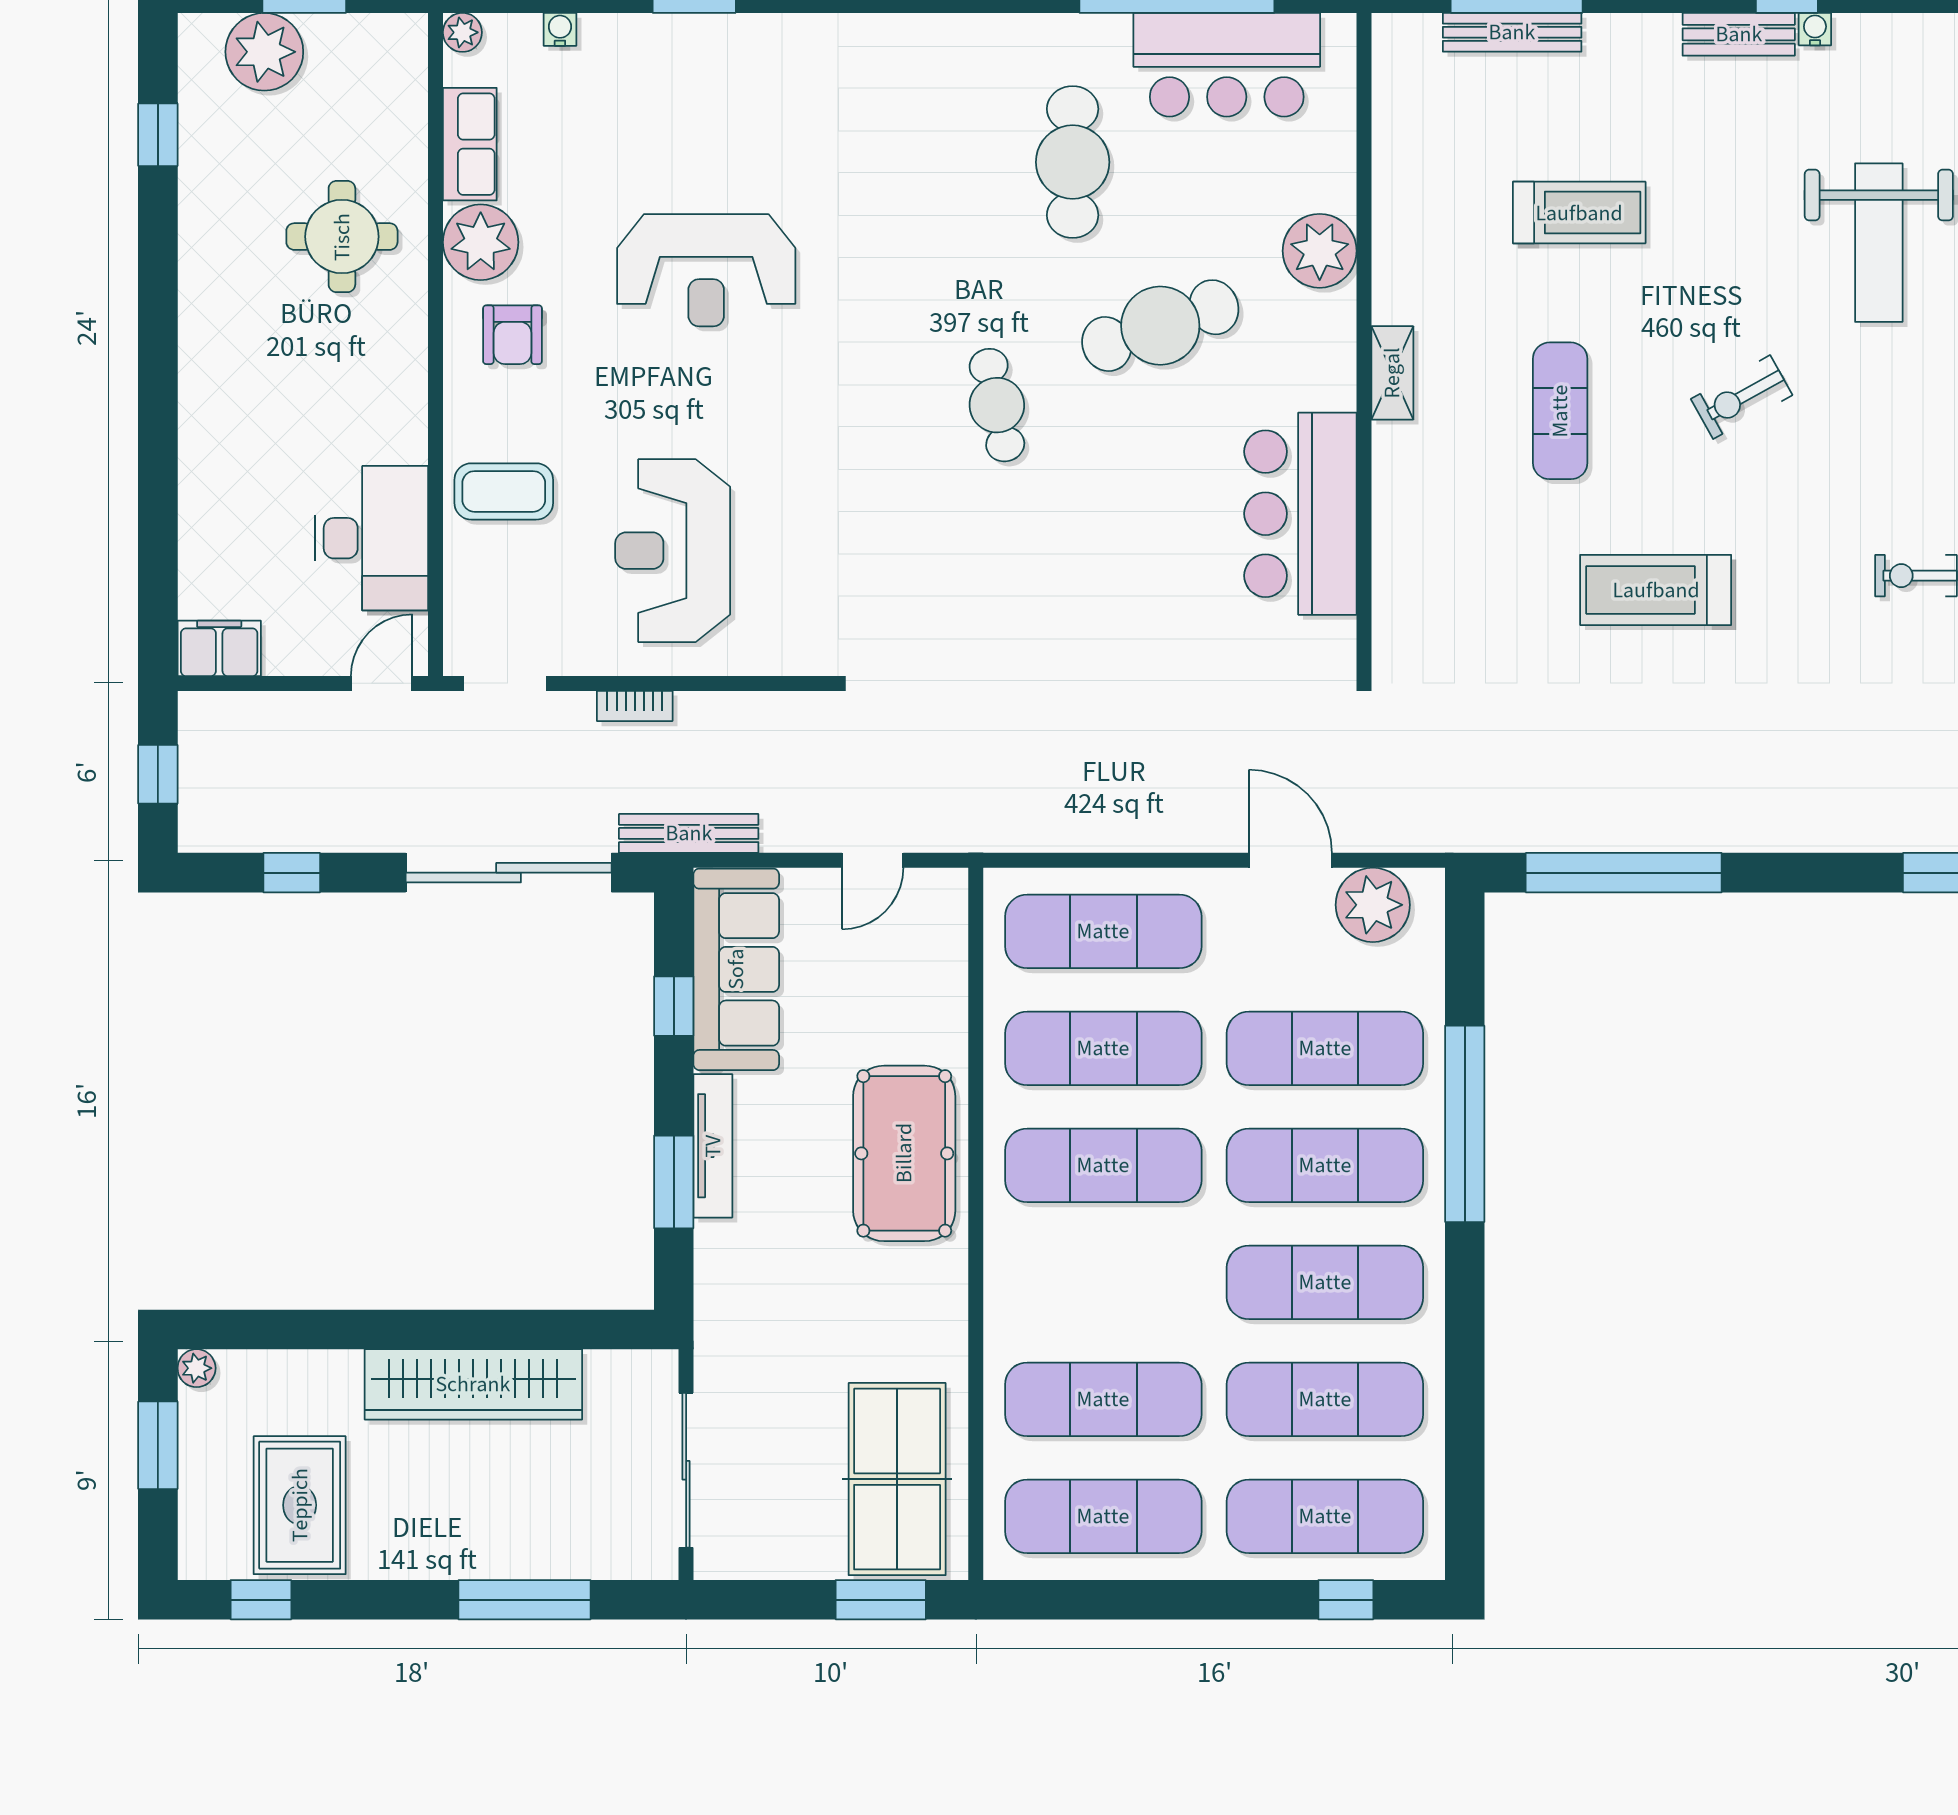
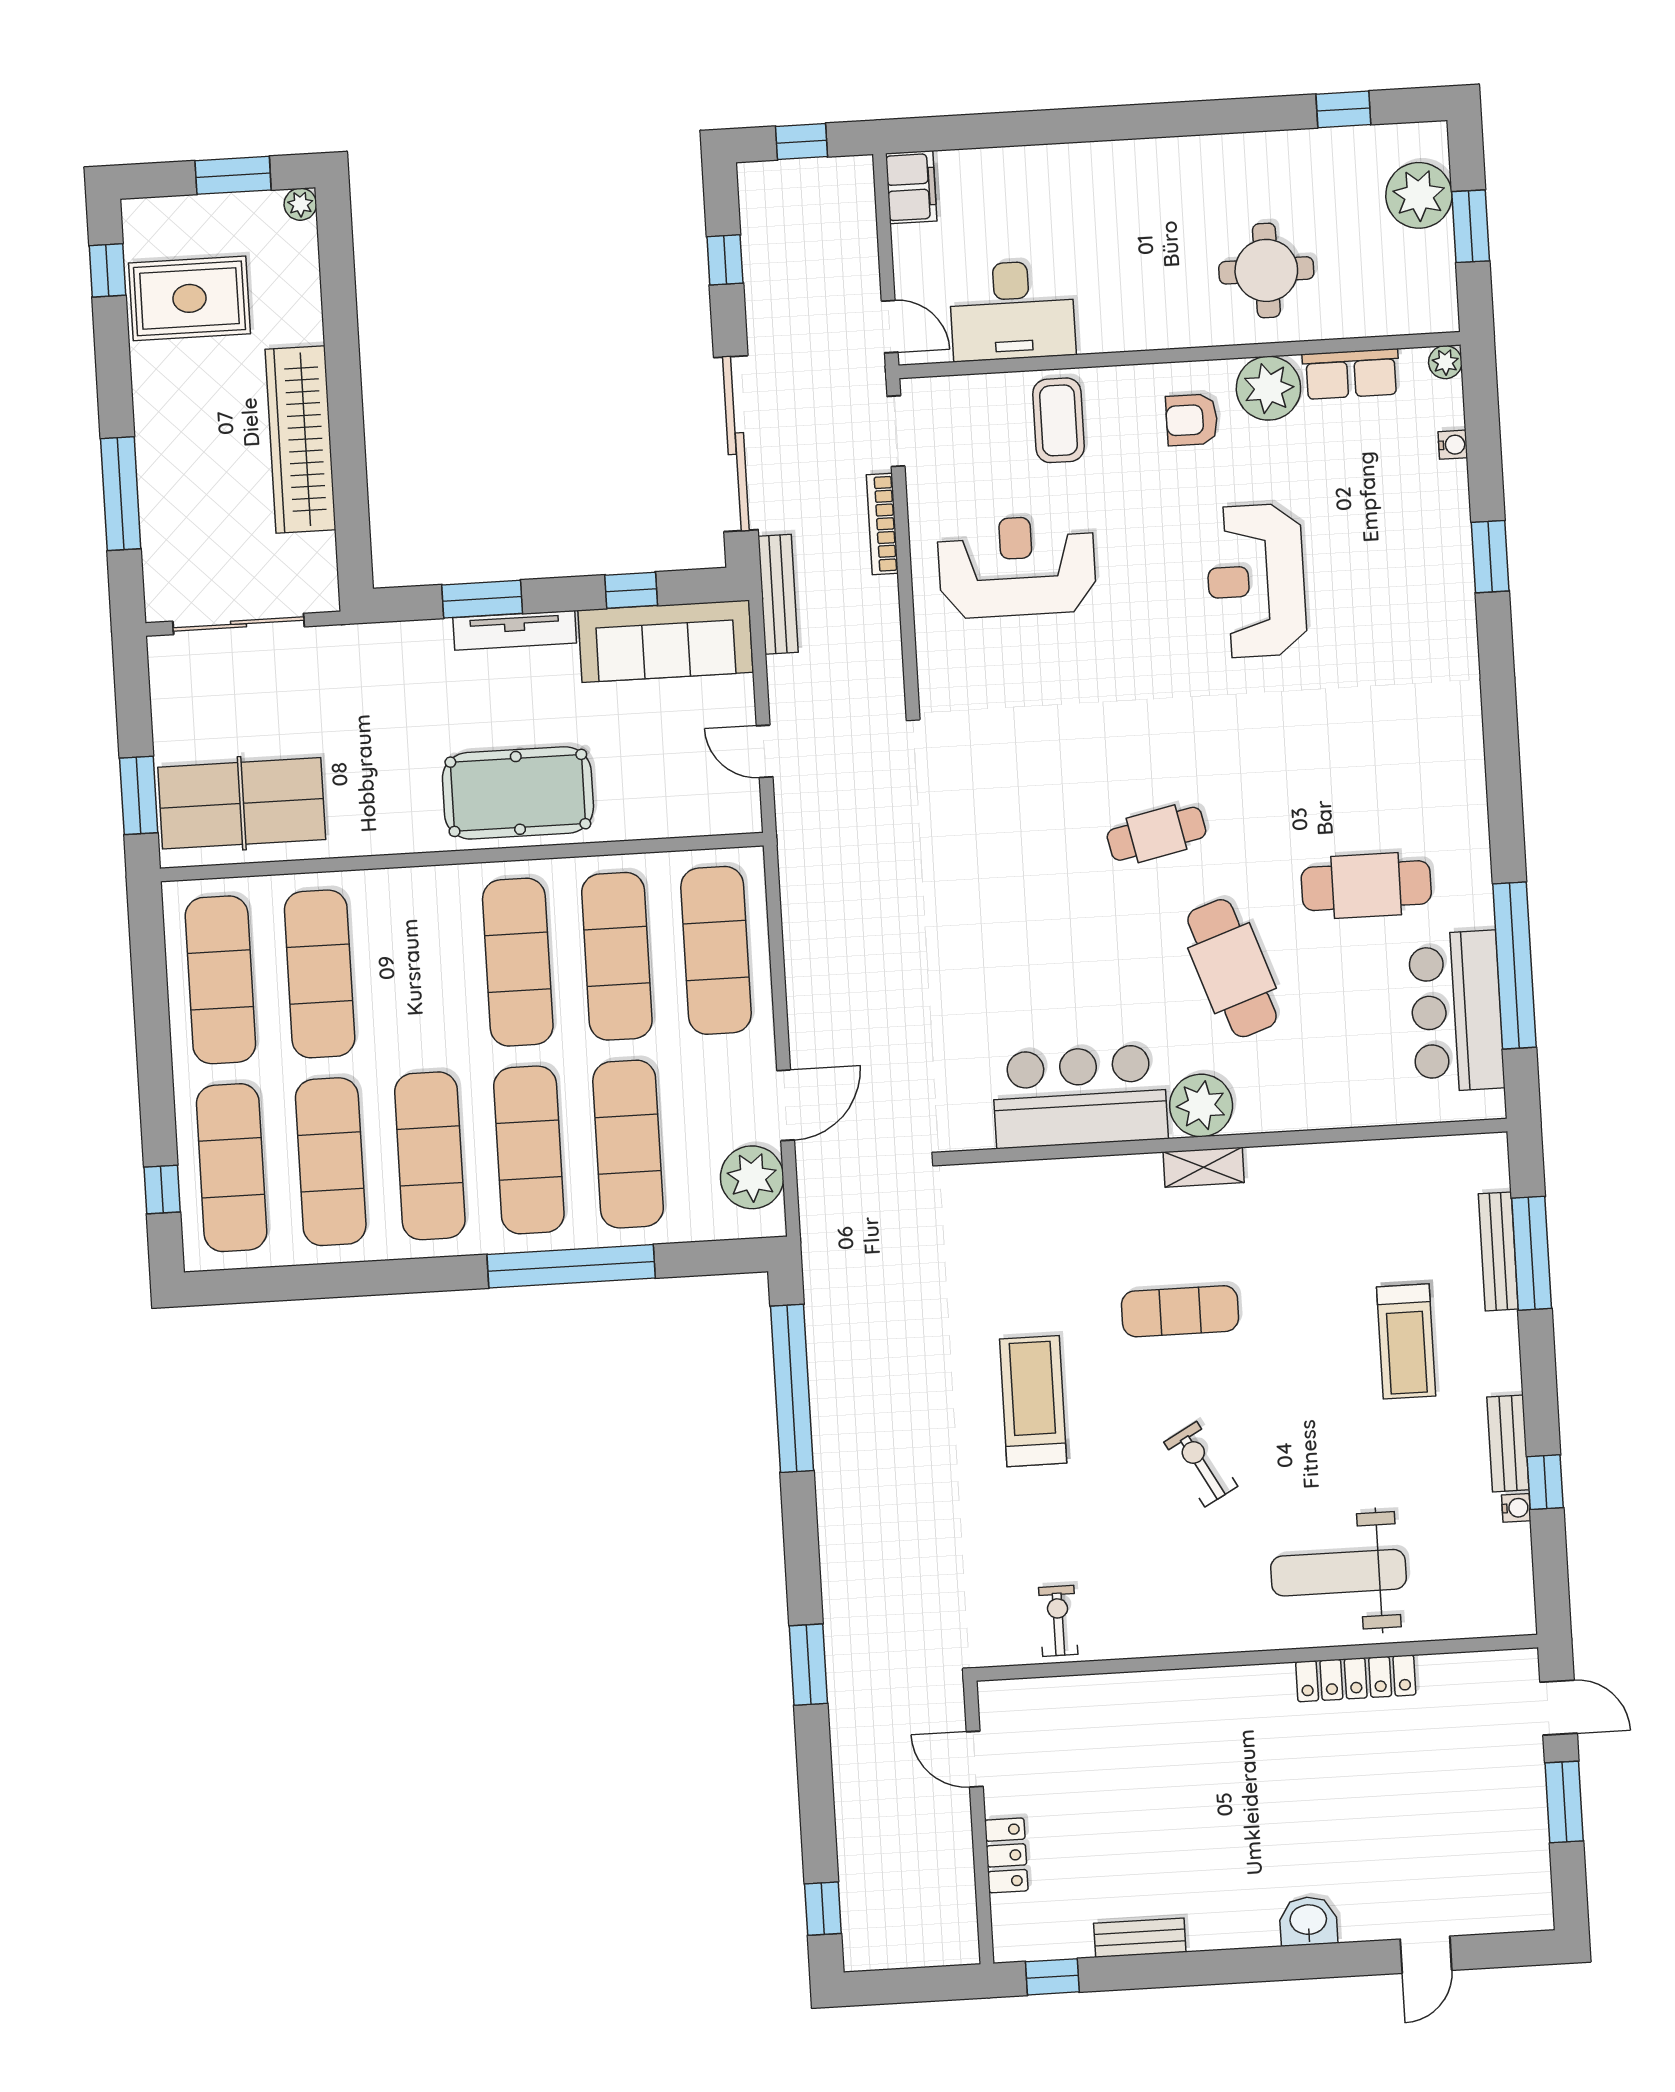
treadmill: (1579, 213) -> (1406, 1341), moved
plant: (1320, 251) -> (1201, 1105), moved
bookcase: (635, 706) -> (882, 524), width x1.56

